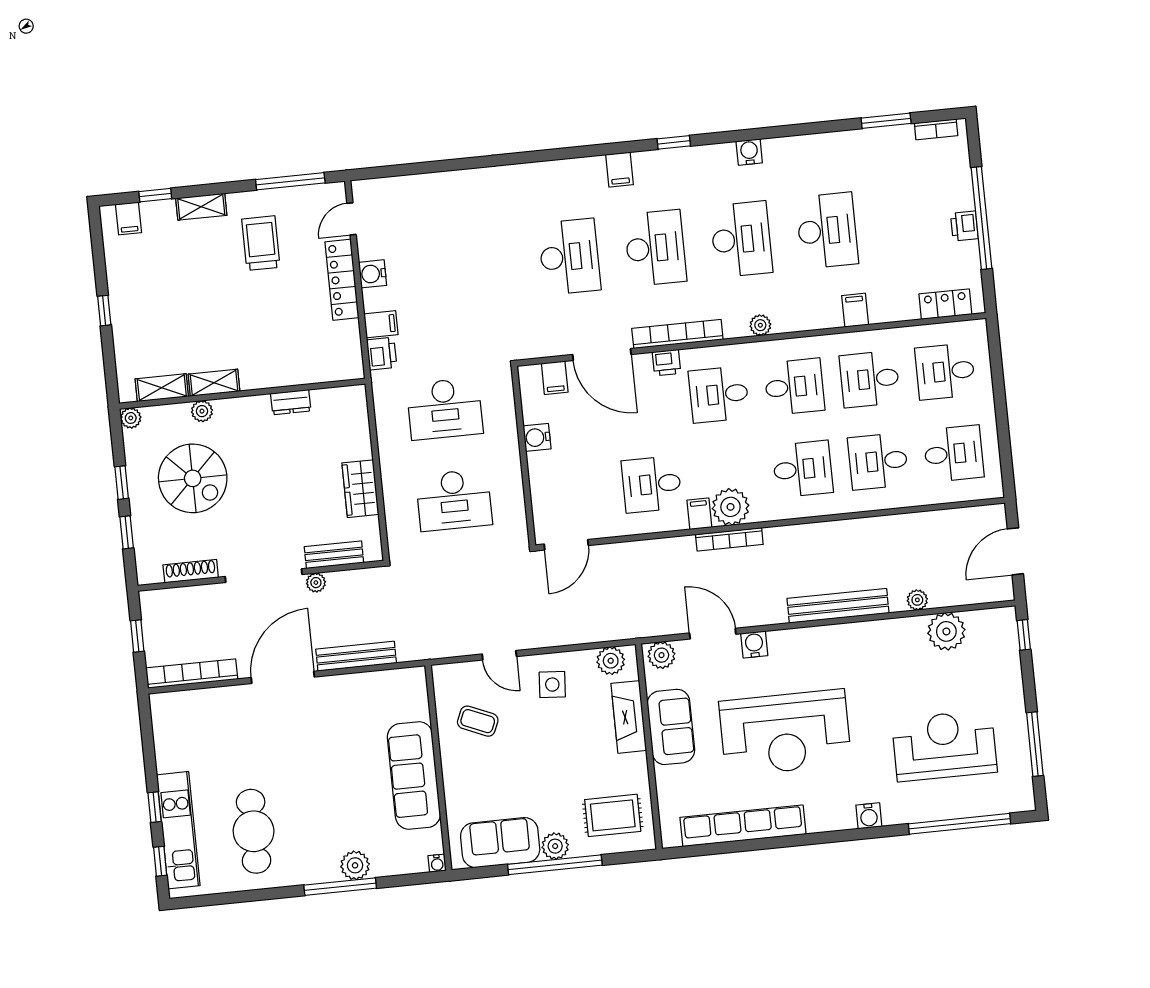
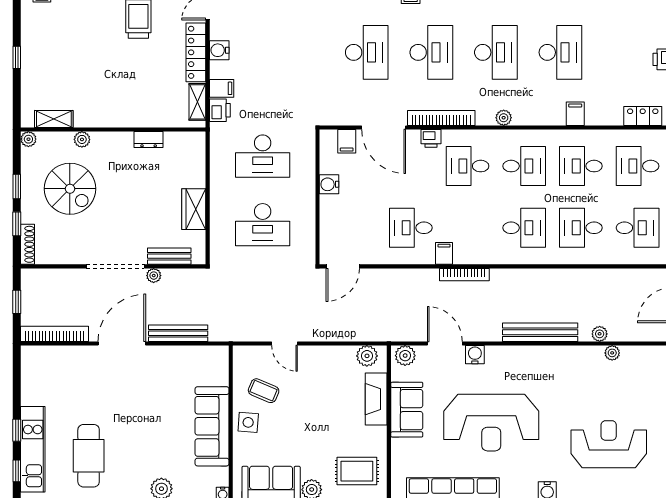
shelving: (214, 383) -> (197, 102), moved, turned 90
plant: (731, 507) -> (468, 251), removed
shoe rack: (191, 571) -> (28, 244), moved, turned 90
plant: (946, 631) -> (612, 353), width x0.53, depth x0.53
side table: (552, 685) -> (248, 422), moved

